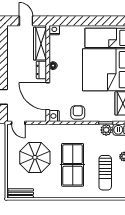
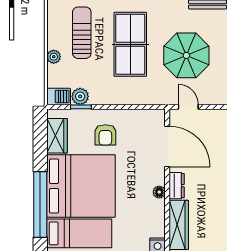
armchair: (78, 112) -> (105, 135), moved
nightstand: (54, 116) -> (158, 117), removed
door: (18, 123) -> (188, 107), moved

